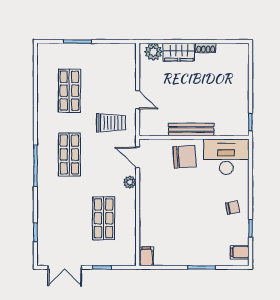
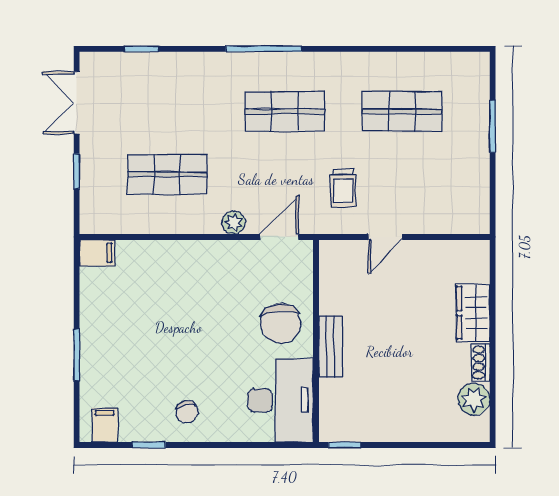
plant: (153, 52) -> (474, 399), moved
trolley: (111, 123) -> (343, 188), width x0.73, depth x0.72
bench: (191, 130) -> (331, 347), width x0.73

